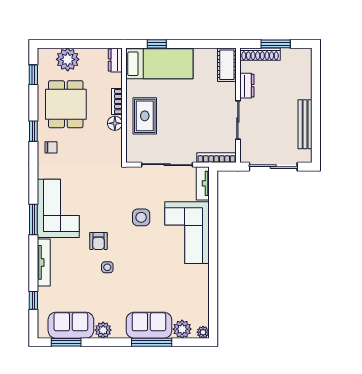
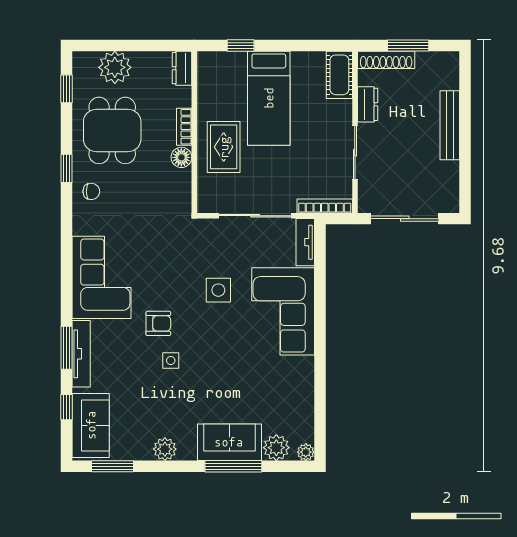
bed: (159, 64) -> (269, 98), moved, turned 90
bench: (305, 124) -> (450, 125), moved
window: (33, 219) -> (66, 348), moved
armchair: (98, 241) -> (158, 323), turned -90
sofa: (71, 325) -> (91, 425), moved, turned 90

